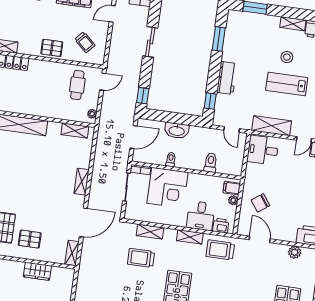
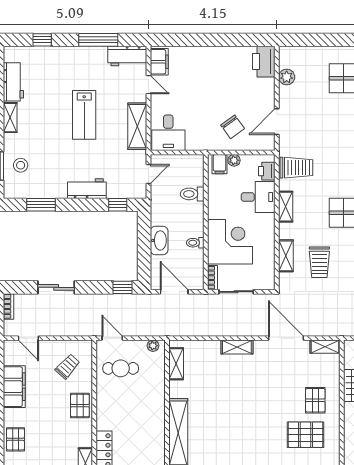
stool: (287, 57) -> (21, 165), moved
trolley: (220, 250) -> (296, 168), turned -90

